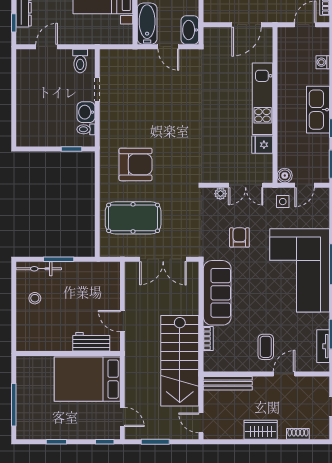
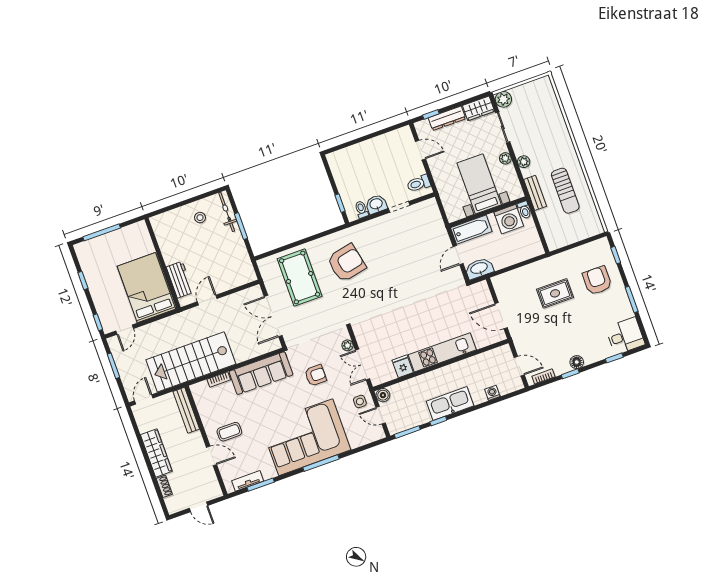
armchair: (135, 164) -> (346, 263), turned -102
wardrobe: (261, 430) -> (156, 453), width x1.50

